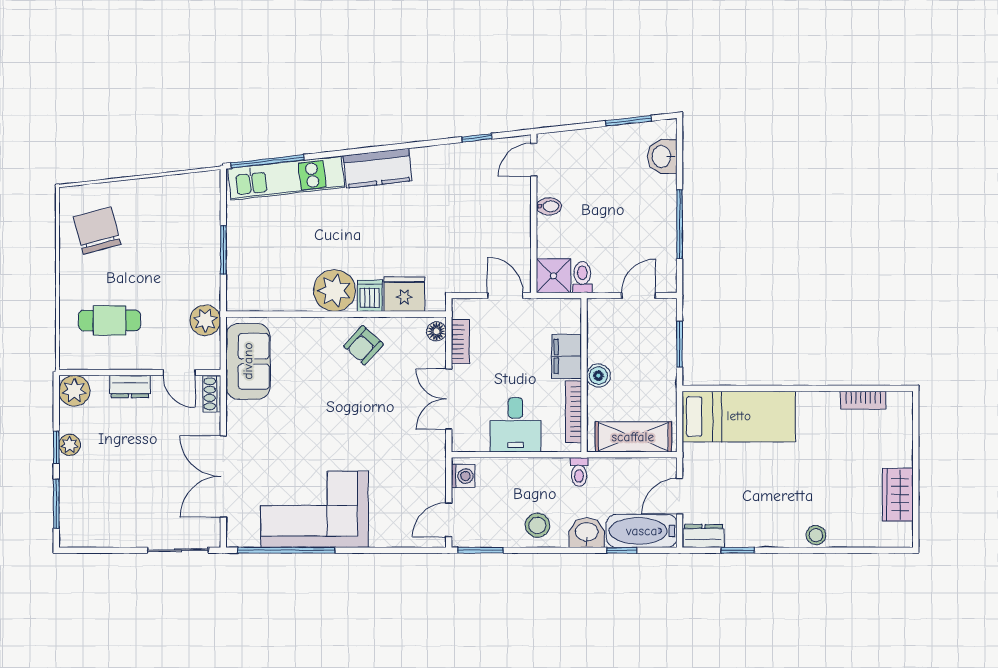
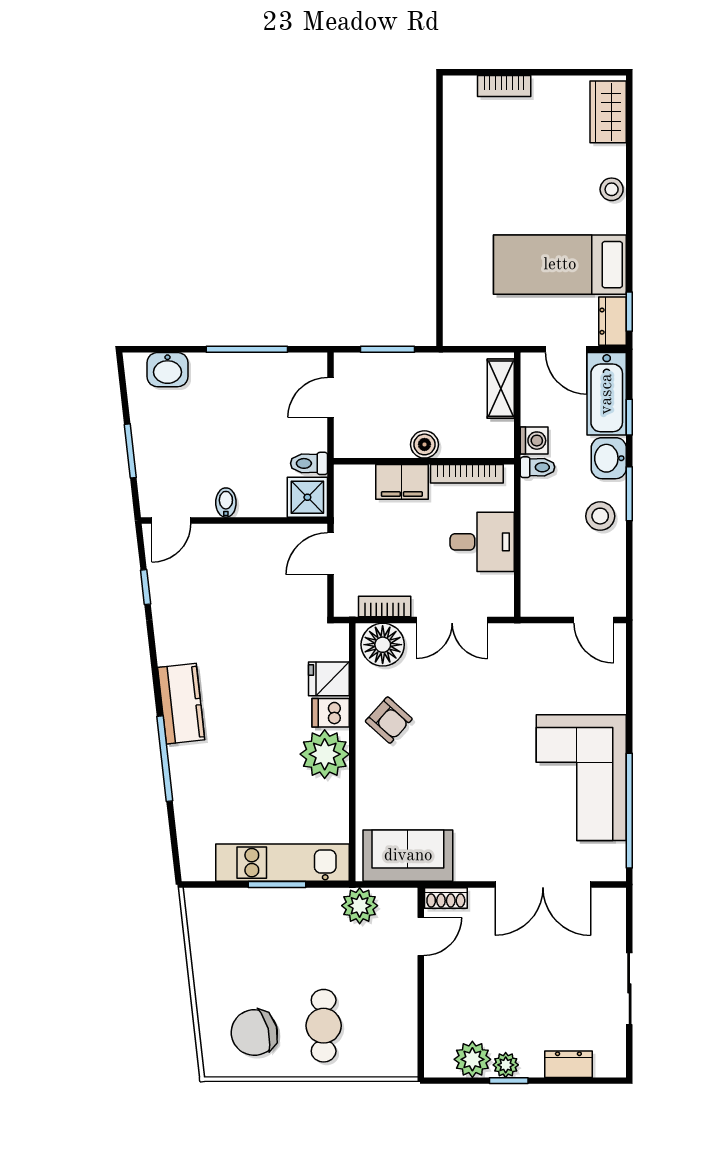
window: (628, 121) -> (130, 451), moved
door: (534, 160) -> (171, 520), hinge flipped
window: (268, 161) -> (165, 759), moved
kitchen unit: (286, 178) -> (283, 863), moved, turned -84
fridge: (404, 294) -> (329, 679), width x0.72
door: (639, 296) -> (331, 397), hinge flipped
cafe table: (109, 320) -> (324, 1026), moved
floor lamp: (436, 331) -> (383, 645), width x1.89, depth x1.89
dresser: (130, 386) -> (568, 1064), moved, turned -90
plant: (74, 391) -> (472, 1059), moved
bookcase: (863, 400) -> (504, 86), moved, turned 90
bed: (739, 416) -> (560, 265), moved, turned -90
shelving: (633, 437) -> (501, 389), width x0.67, depth x0.75
washing machine: (463, 476) -> (534, 441), moved, turned 90
wardrobe: (898, 495) -> (608, 112), moved, turned 90
window: (56, 504) -> (575, 1081), removed
sliding door: (178, 550) -> (629, 988), moved
window: (480, 550) -> (629, 494), moved
window: (738, 550) -> (629, 312), moved

